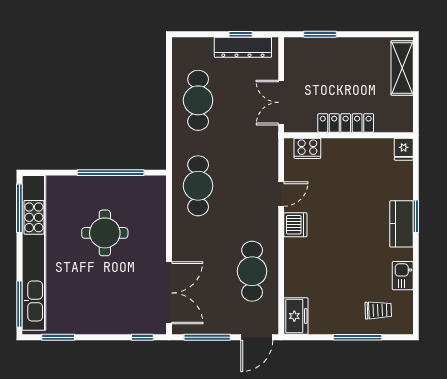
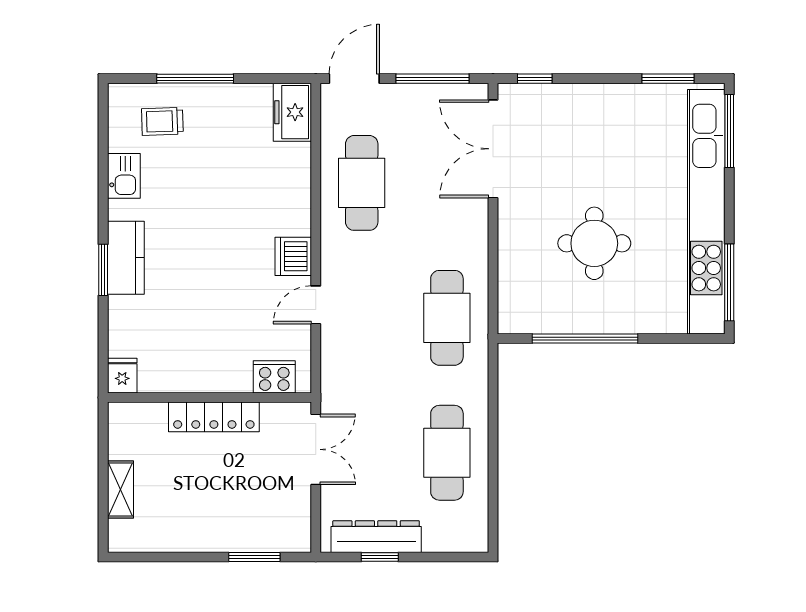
shelving: (402, 68) -> (120, 489), width x0.67, depth x0.75

